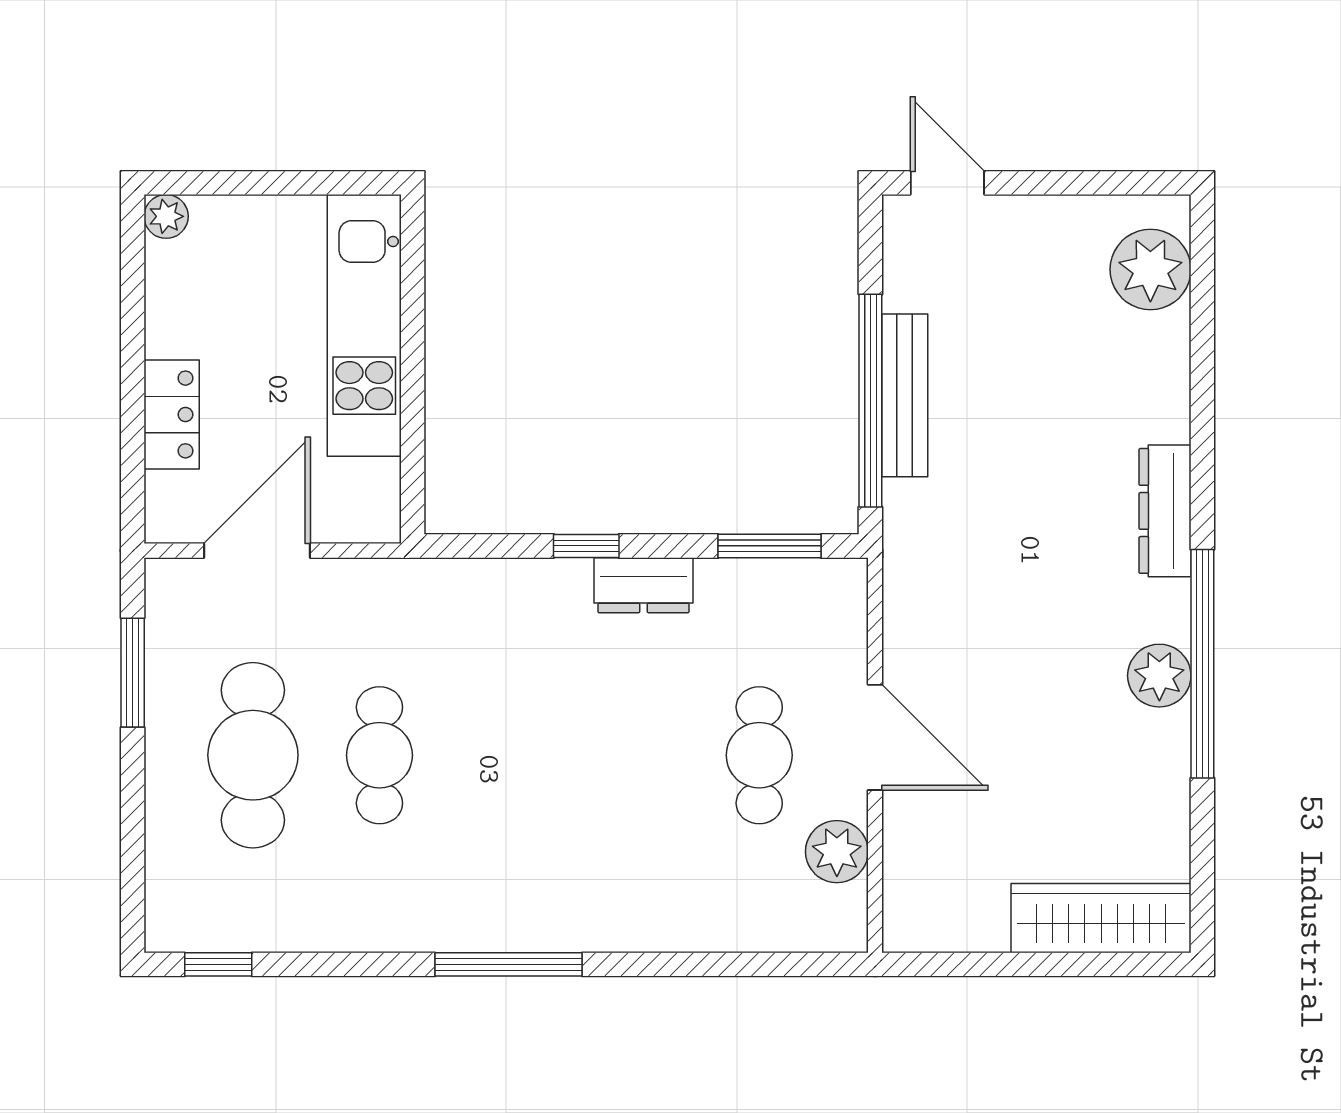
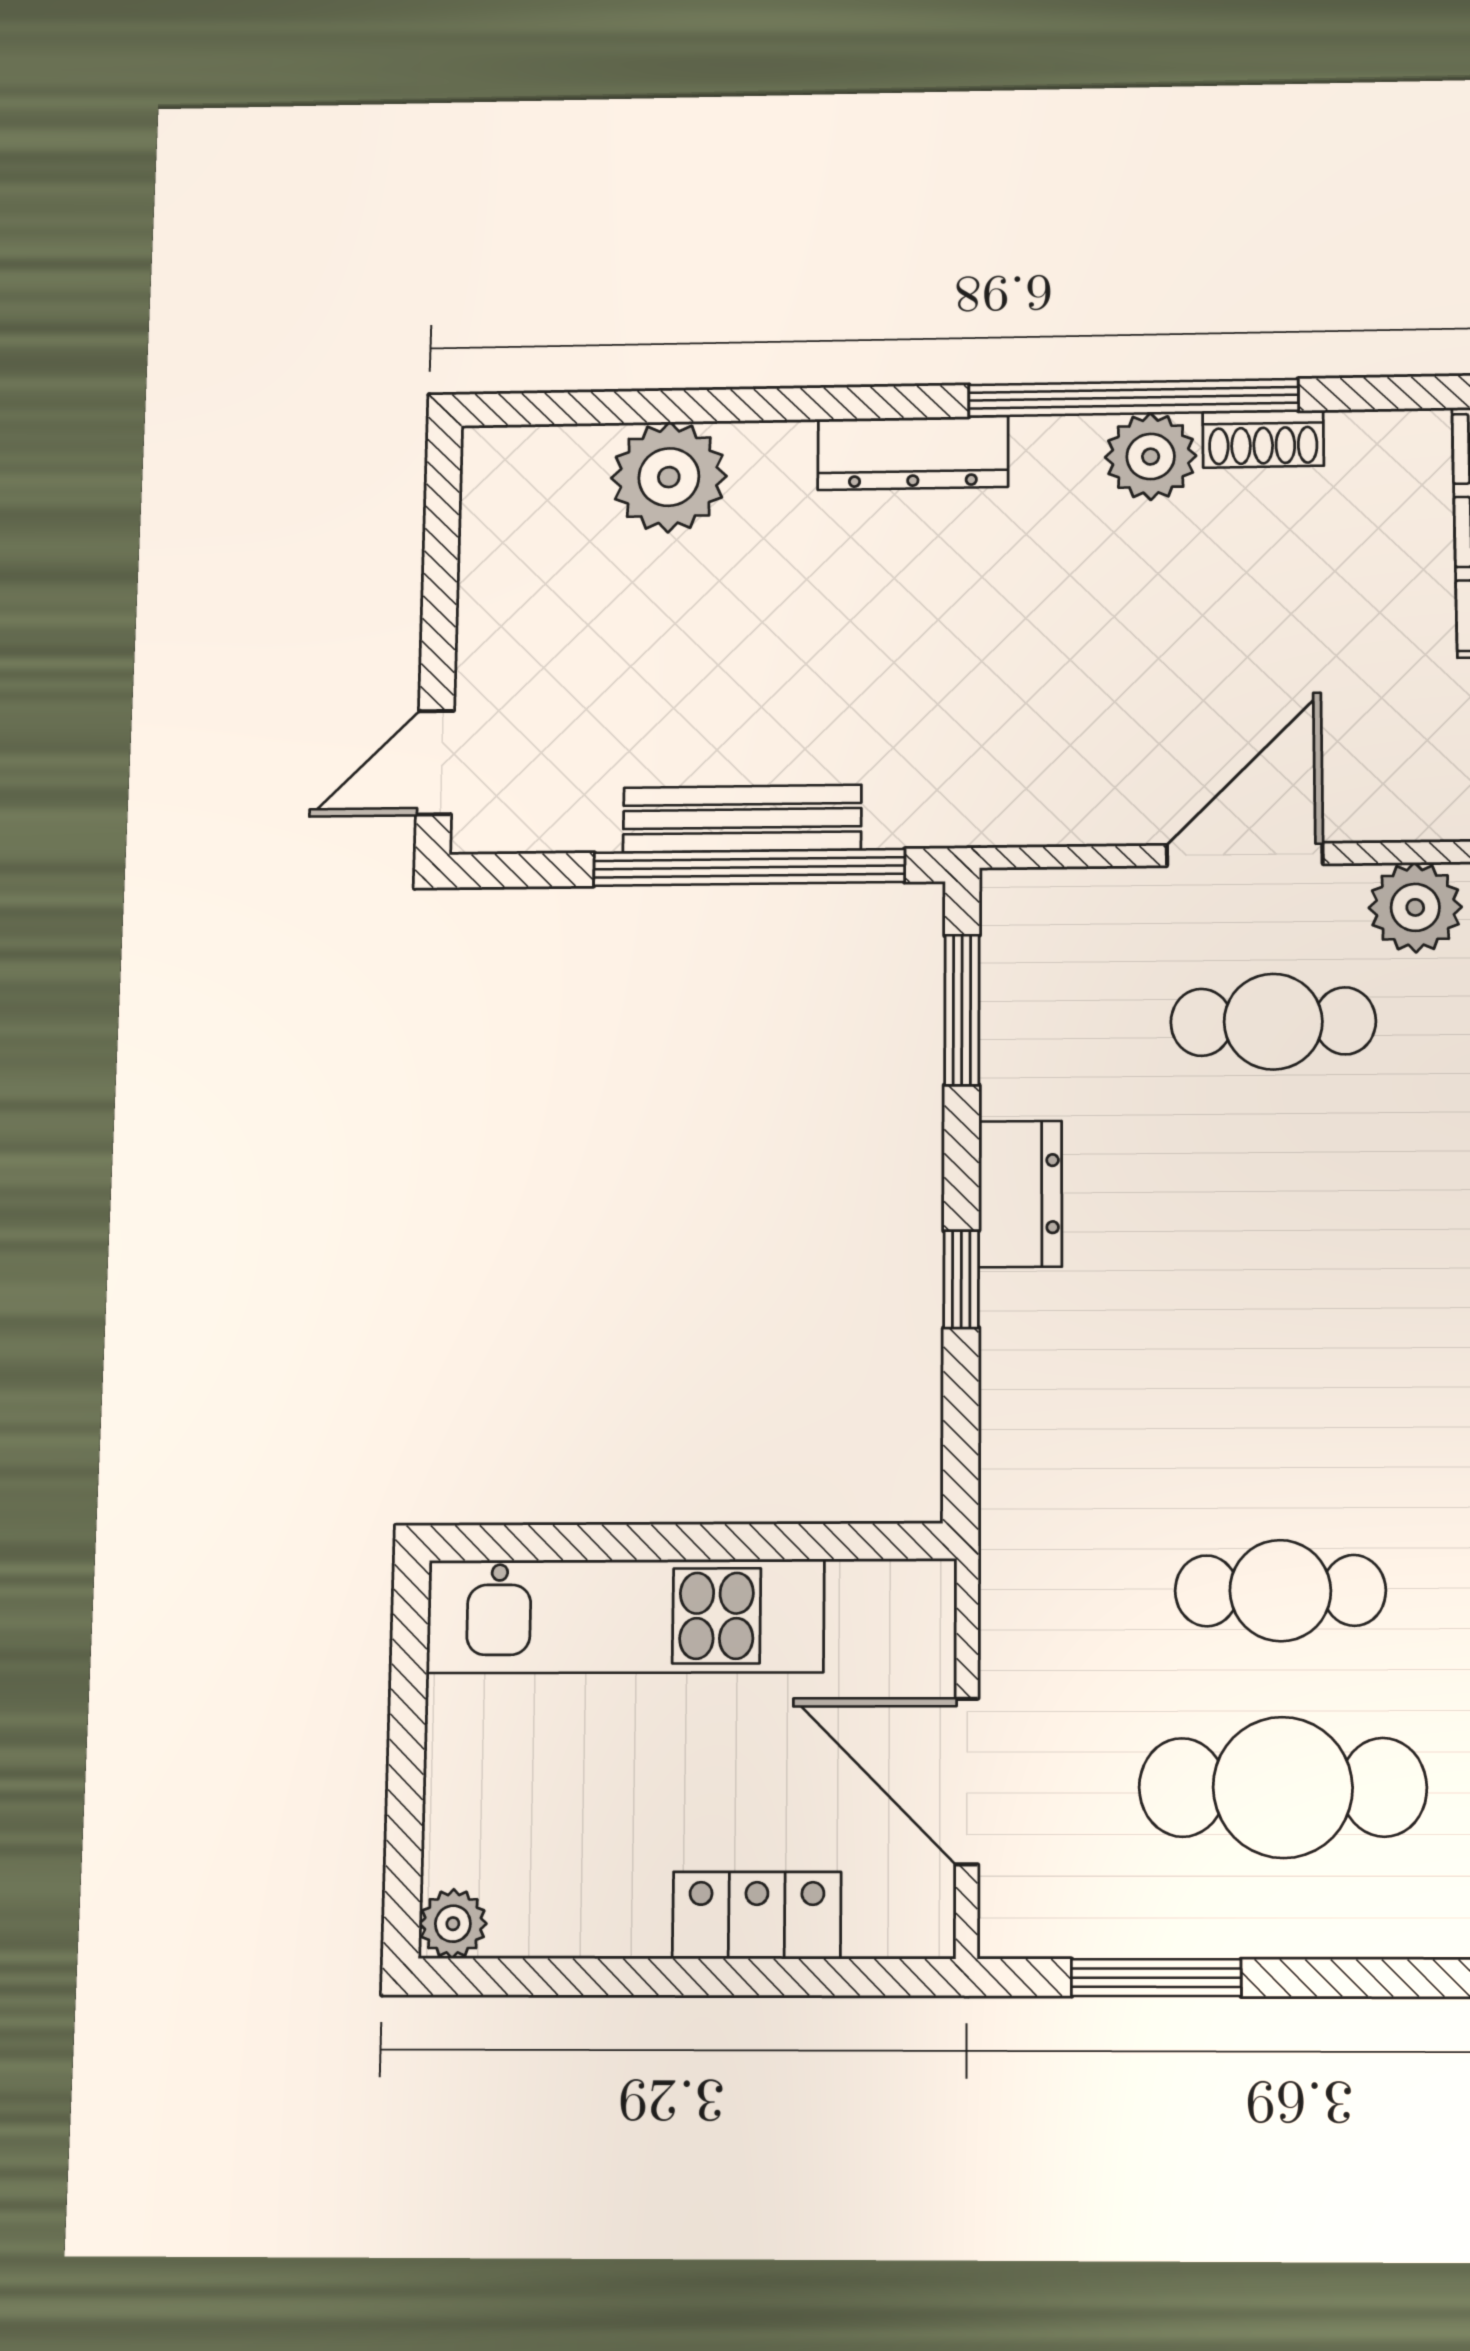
plant: (1150, 269) -> (669, 477), moved
shoe rack: (1171, 753) -> (1263, 439), added

